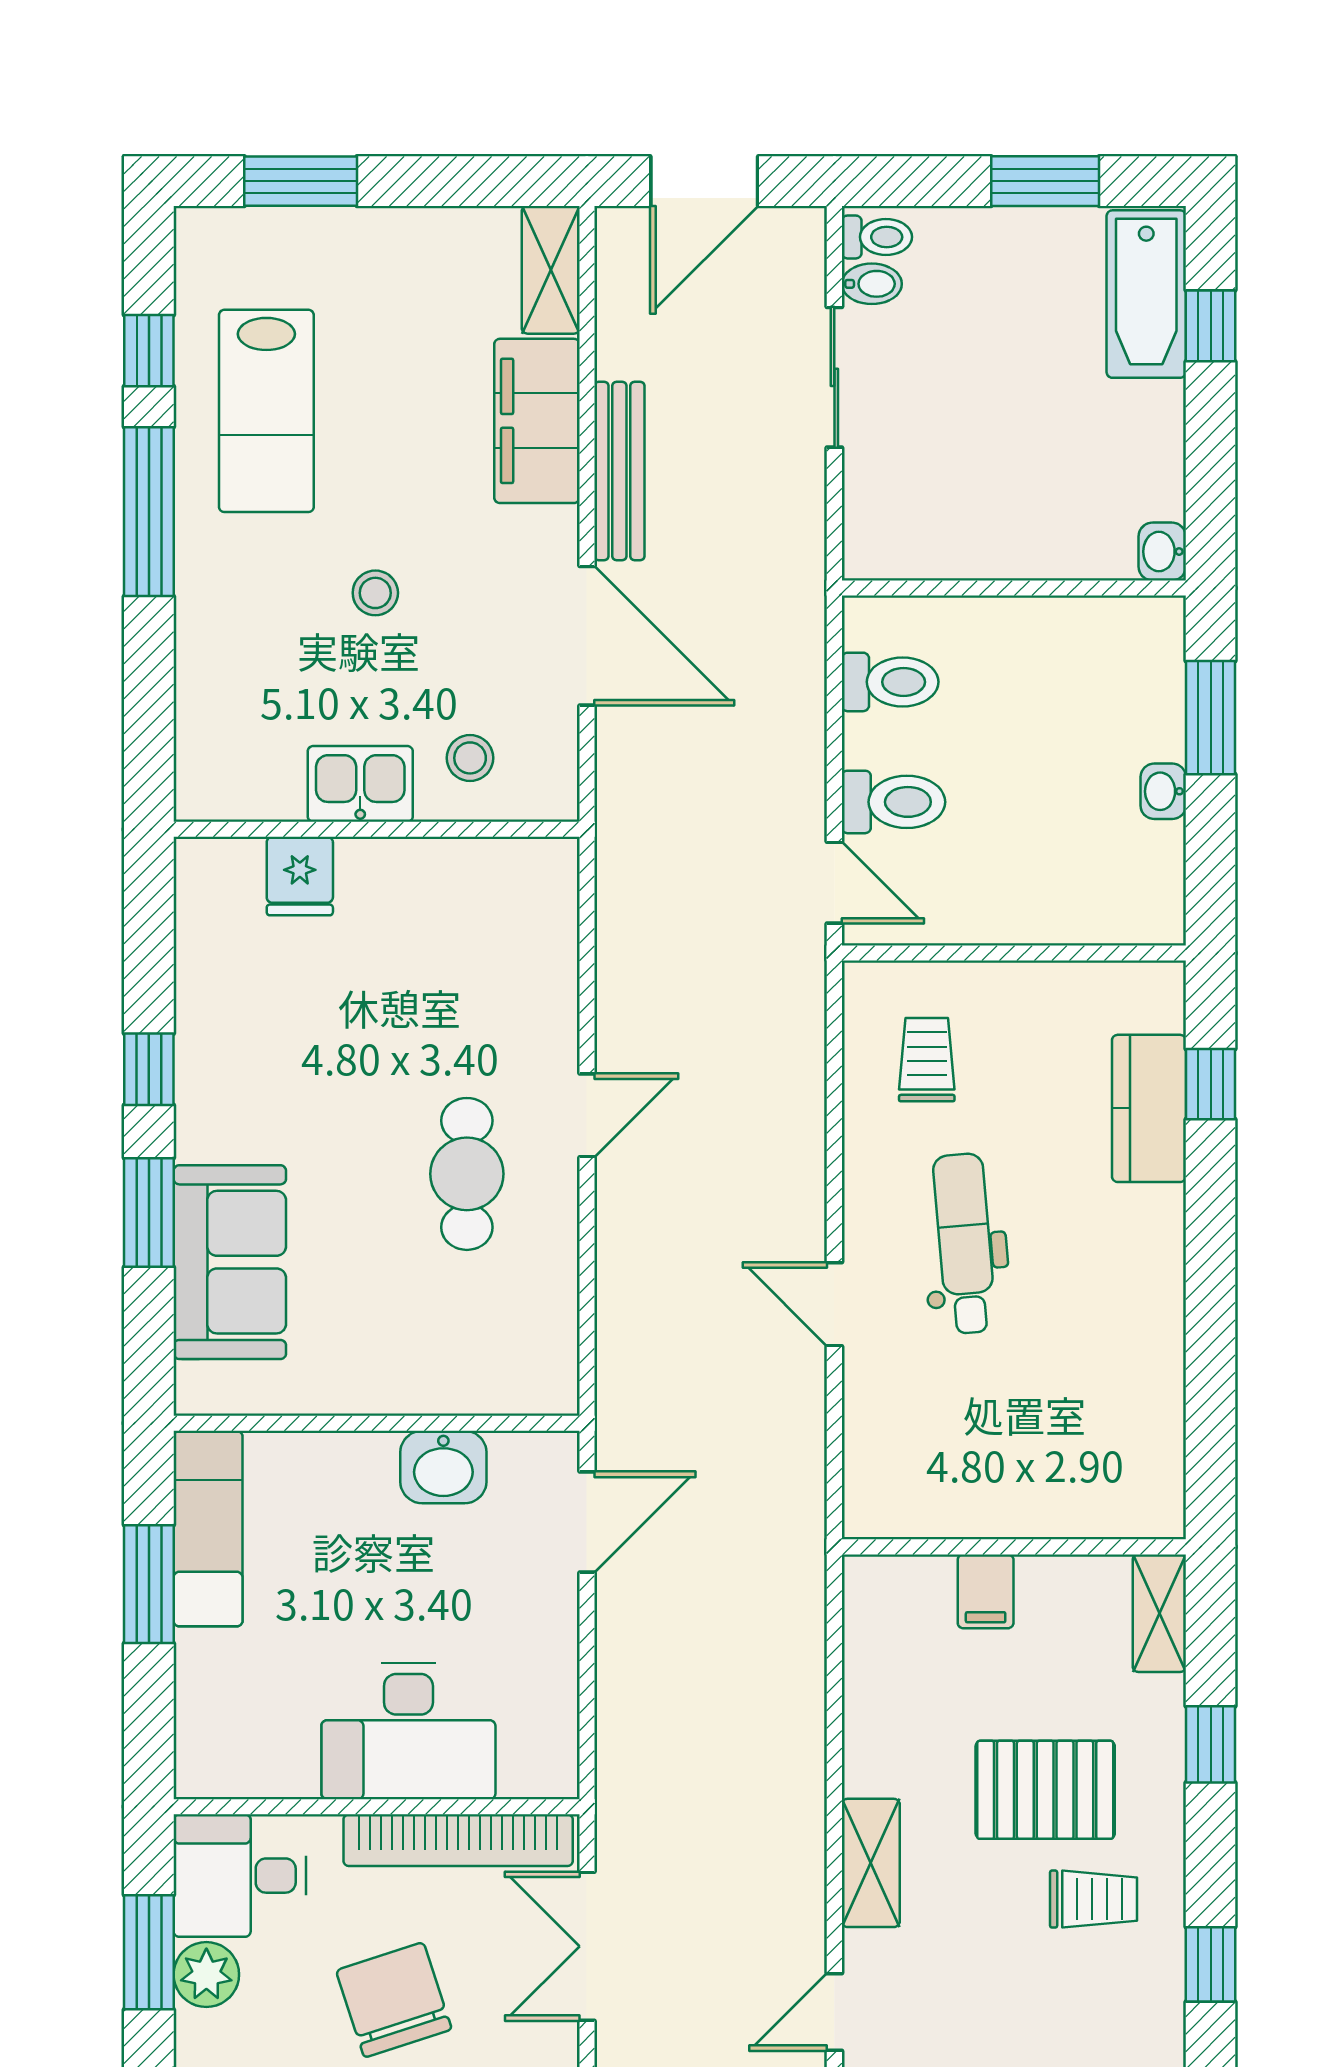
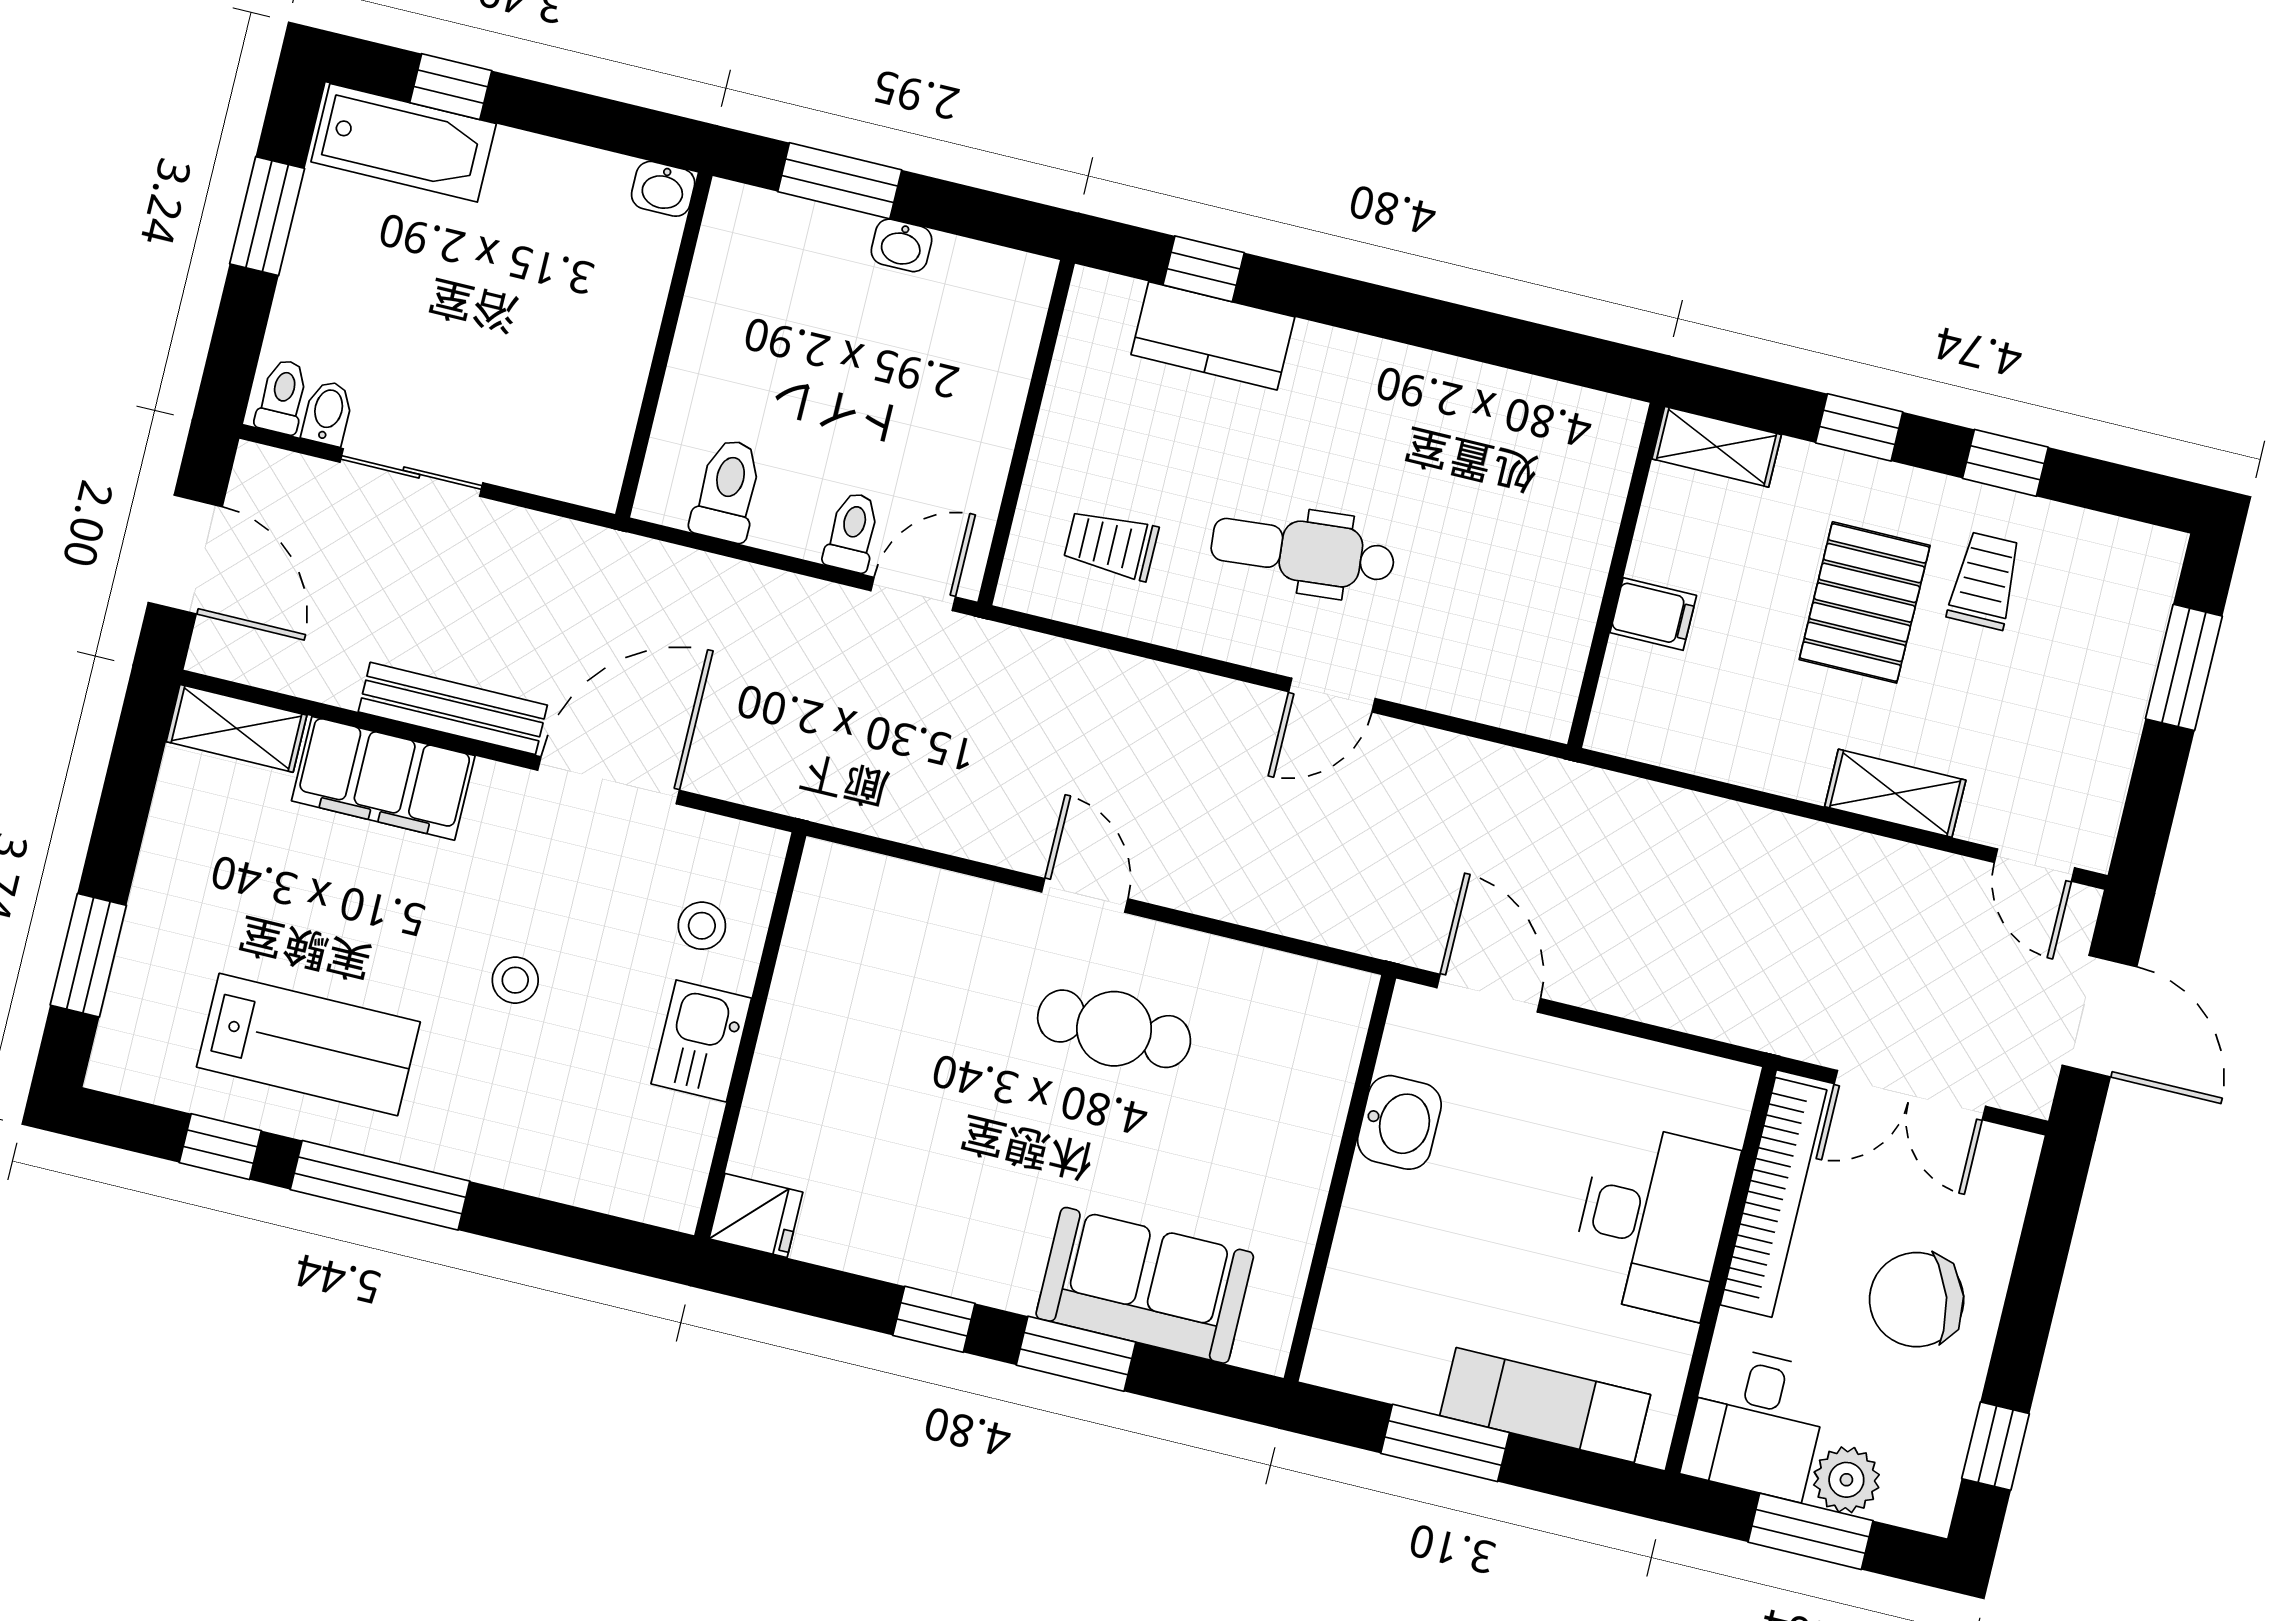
toilet: (893, 802) -> (852, 532), width x0.73, depth x0.72
fridge: (300, 876) -> (756, 1216), moved
exam couch: (208, 1529) -> (1545, 1405), moved
window: (1211, 1964) -> (2005, 463), moved

